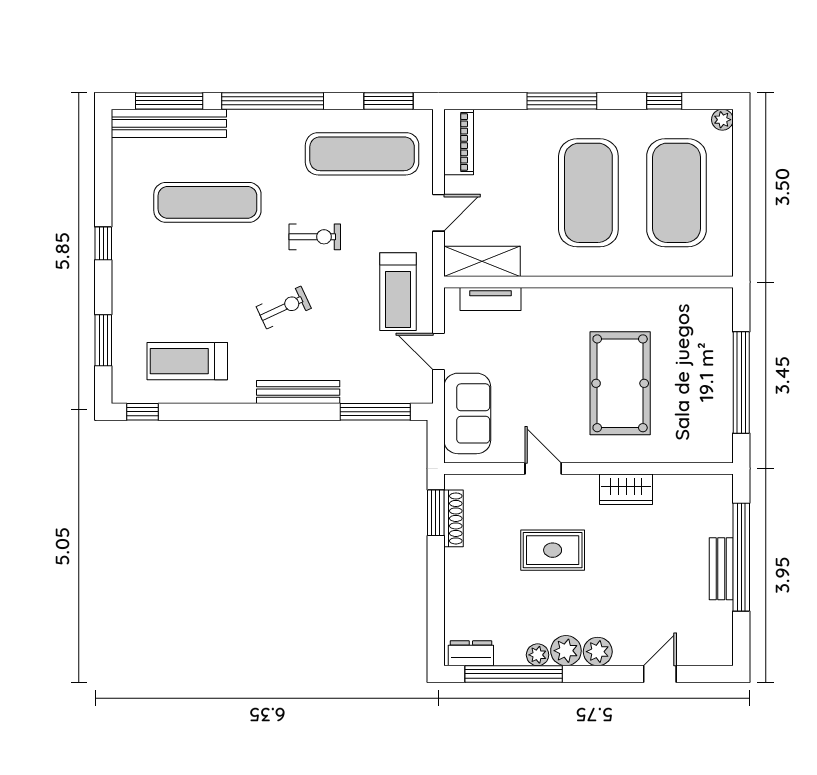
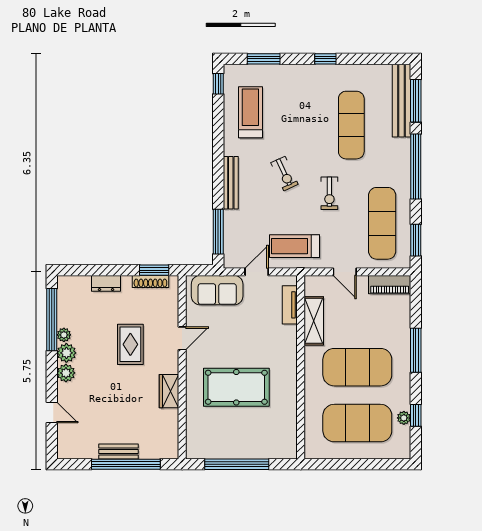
plant: (722, 120) -> (404, 418), moved
shelving: (482, 261) -> (314, 321), moved
dresser: (471, 653) -> (106, 283), moved, turned 90

